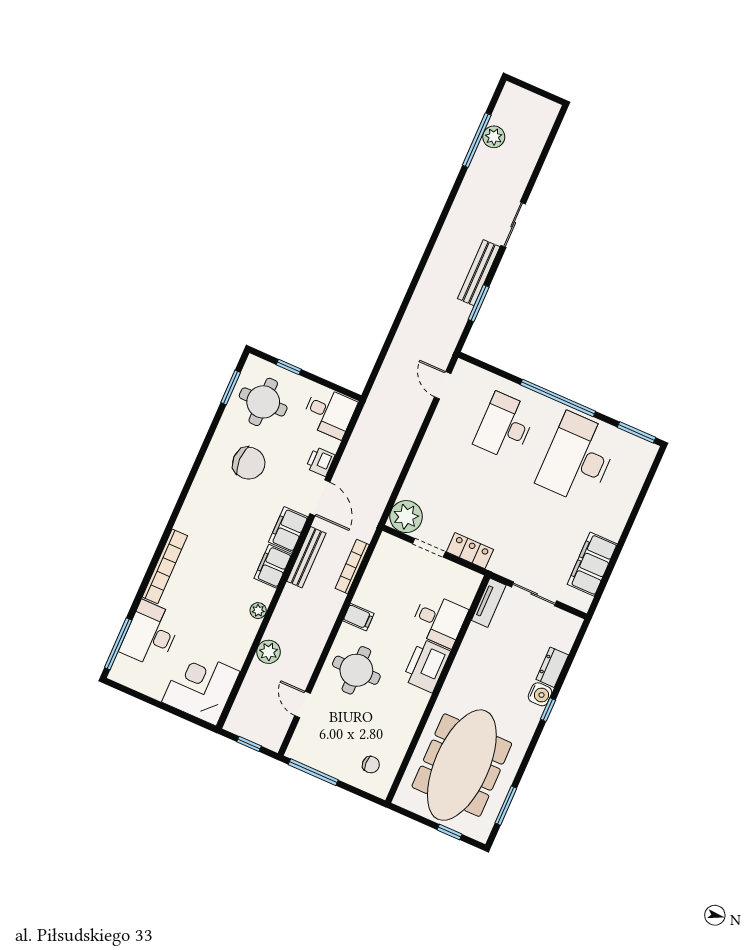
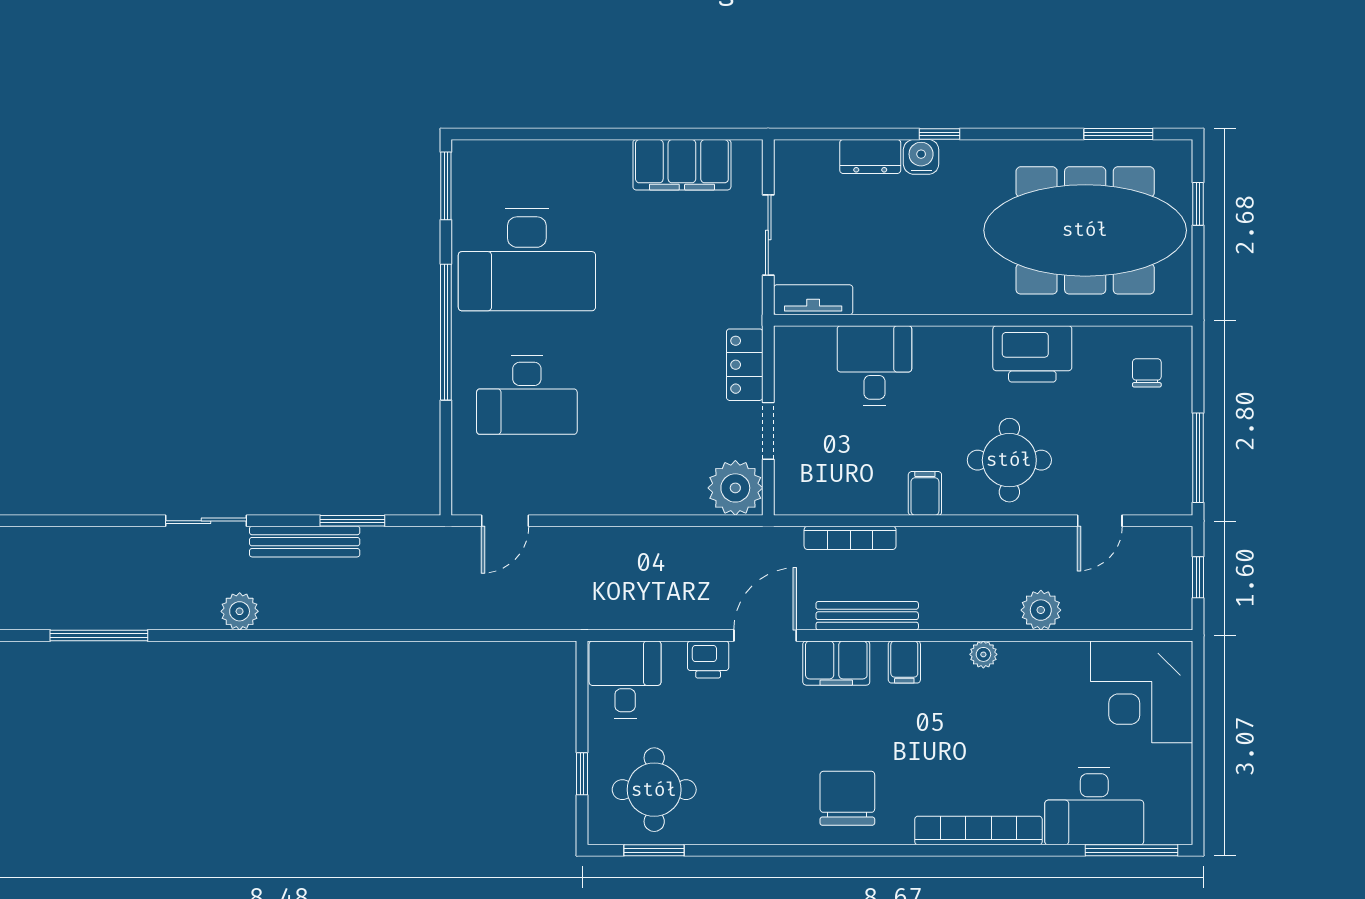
plant: (494, 137) -> (240, 611), moved
chair: (249, 463) -> (847, 798), moved
filing cabinet: (273, 566) -> (904, 662), width x0.50
printer: (426, 666) -> (1032, 354), moved

